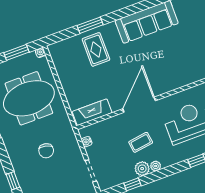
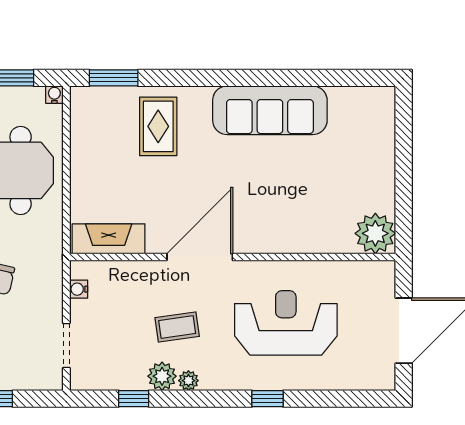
window: (90, 25) -> (114, 78), moved

